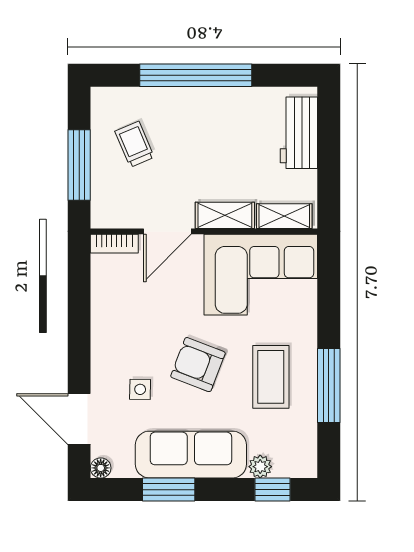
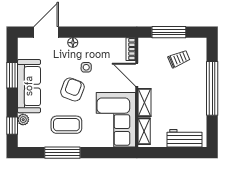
side table: (140, 389) -> (86, 67), moved
floor lamp: (101, 468) -> (73, 43), moved

